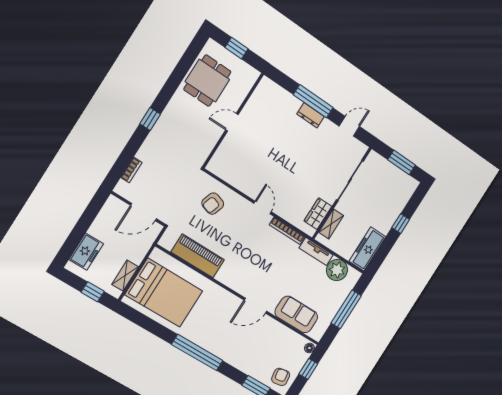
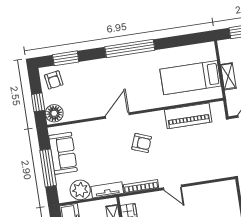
armchair: (213, 204) -> (142, 143), moved, turned 93
shelving: (125, 276) -> (228, 76), moved
bed: (164, 293) -> (190, 78), width x0.67
sofa: (296, 314) -> (63, 153), moved, turned -90
floor lamp: (309, 348) -> (54, 113), width x1.89, depth x1.89

